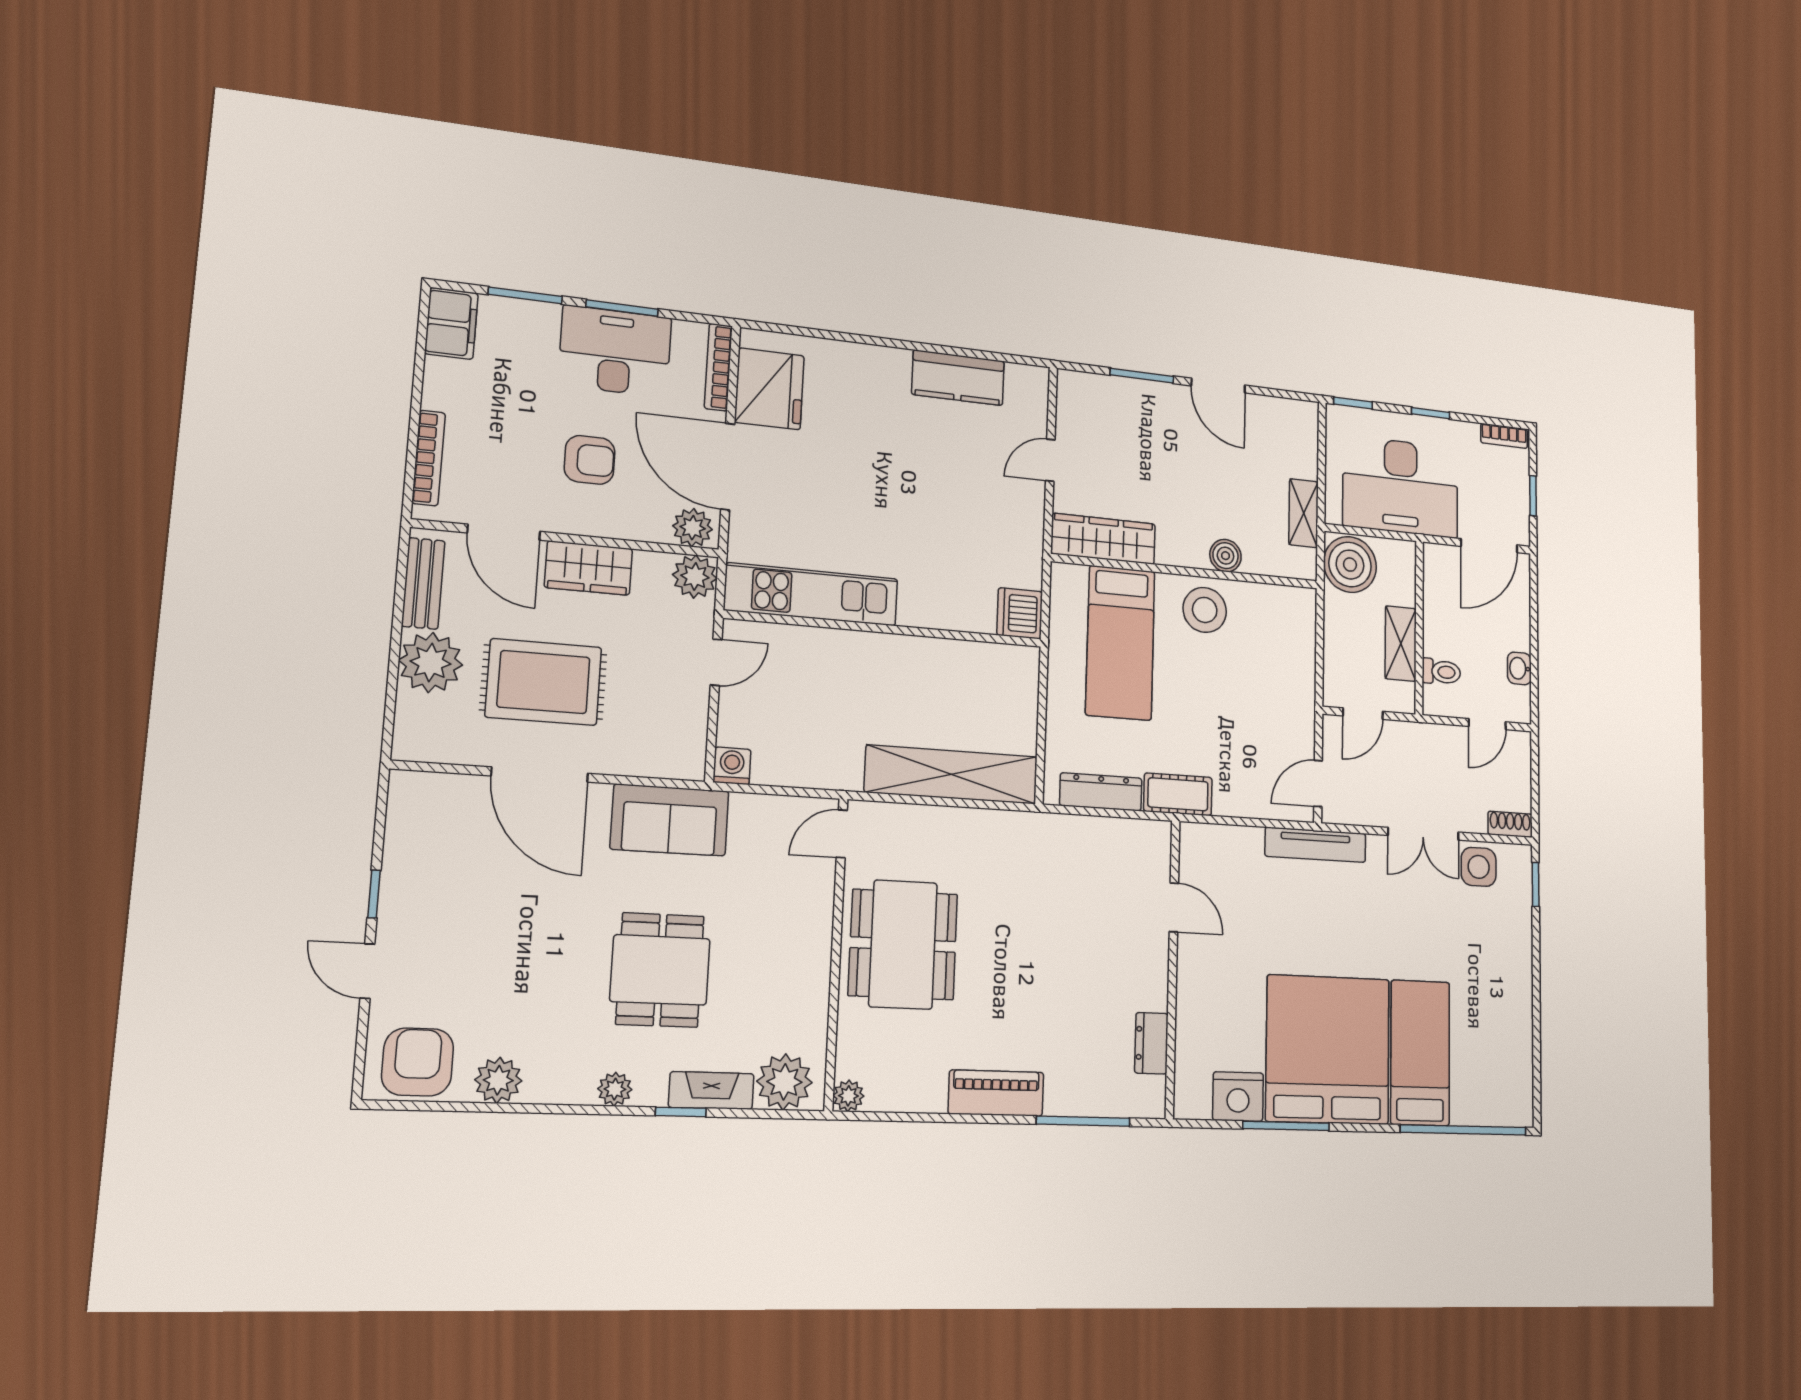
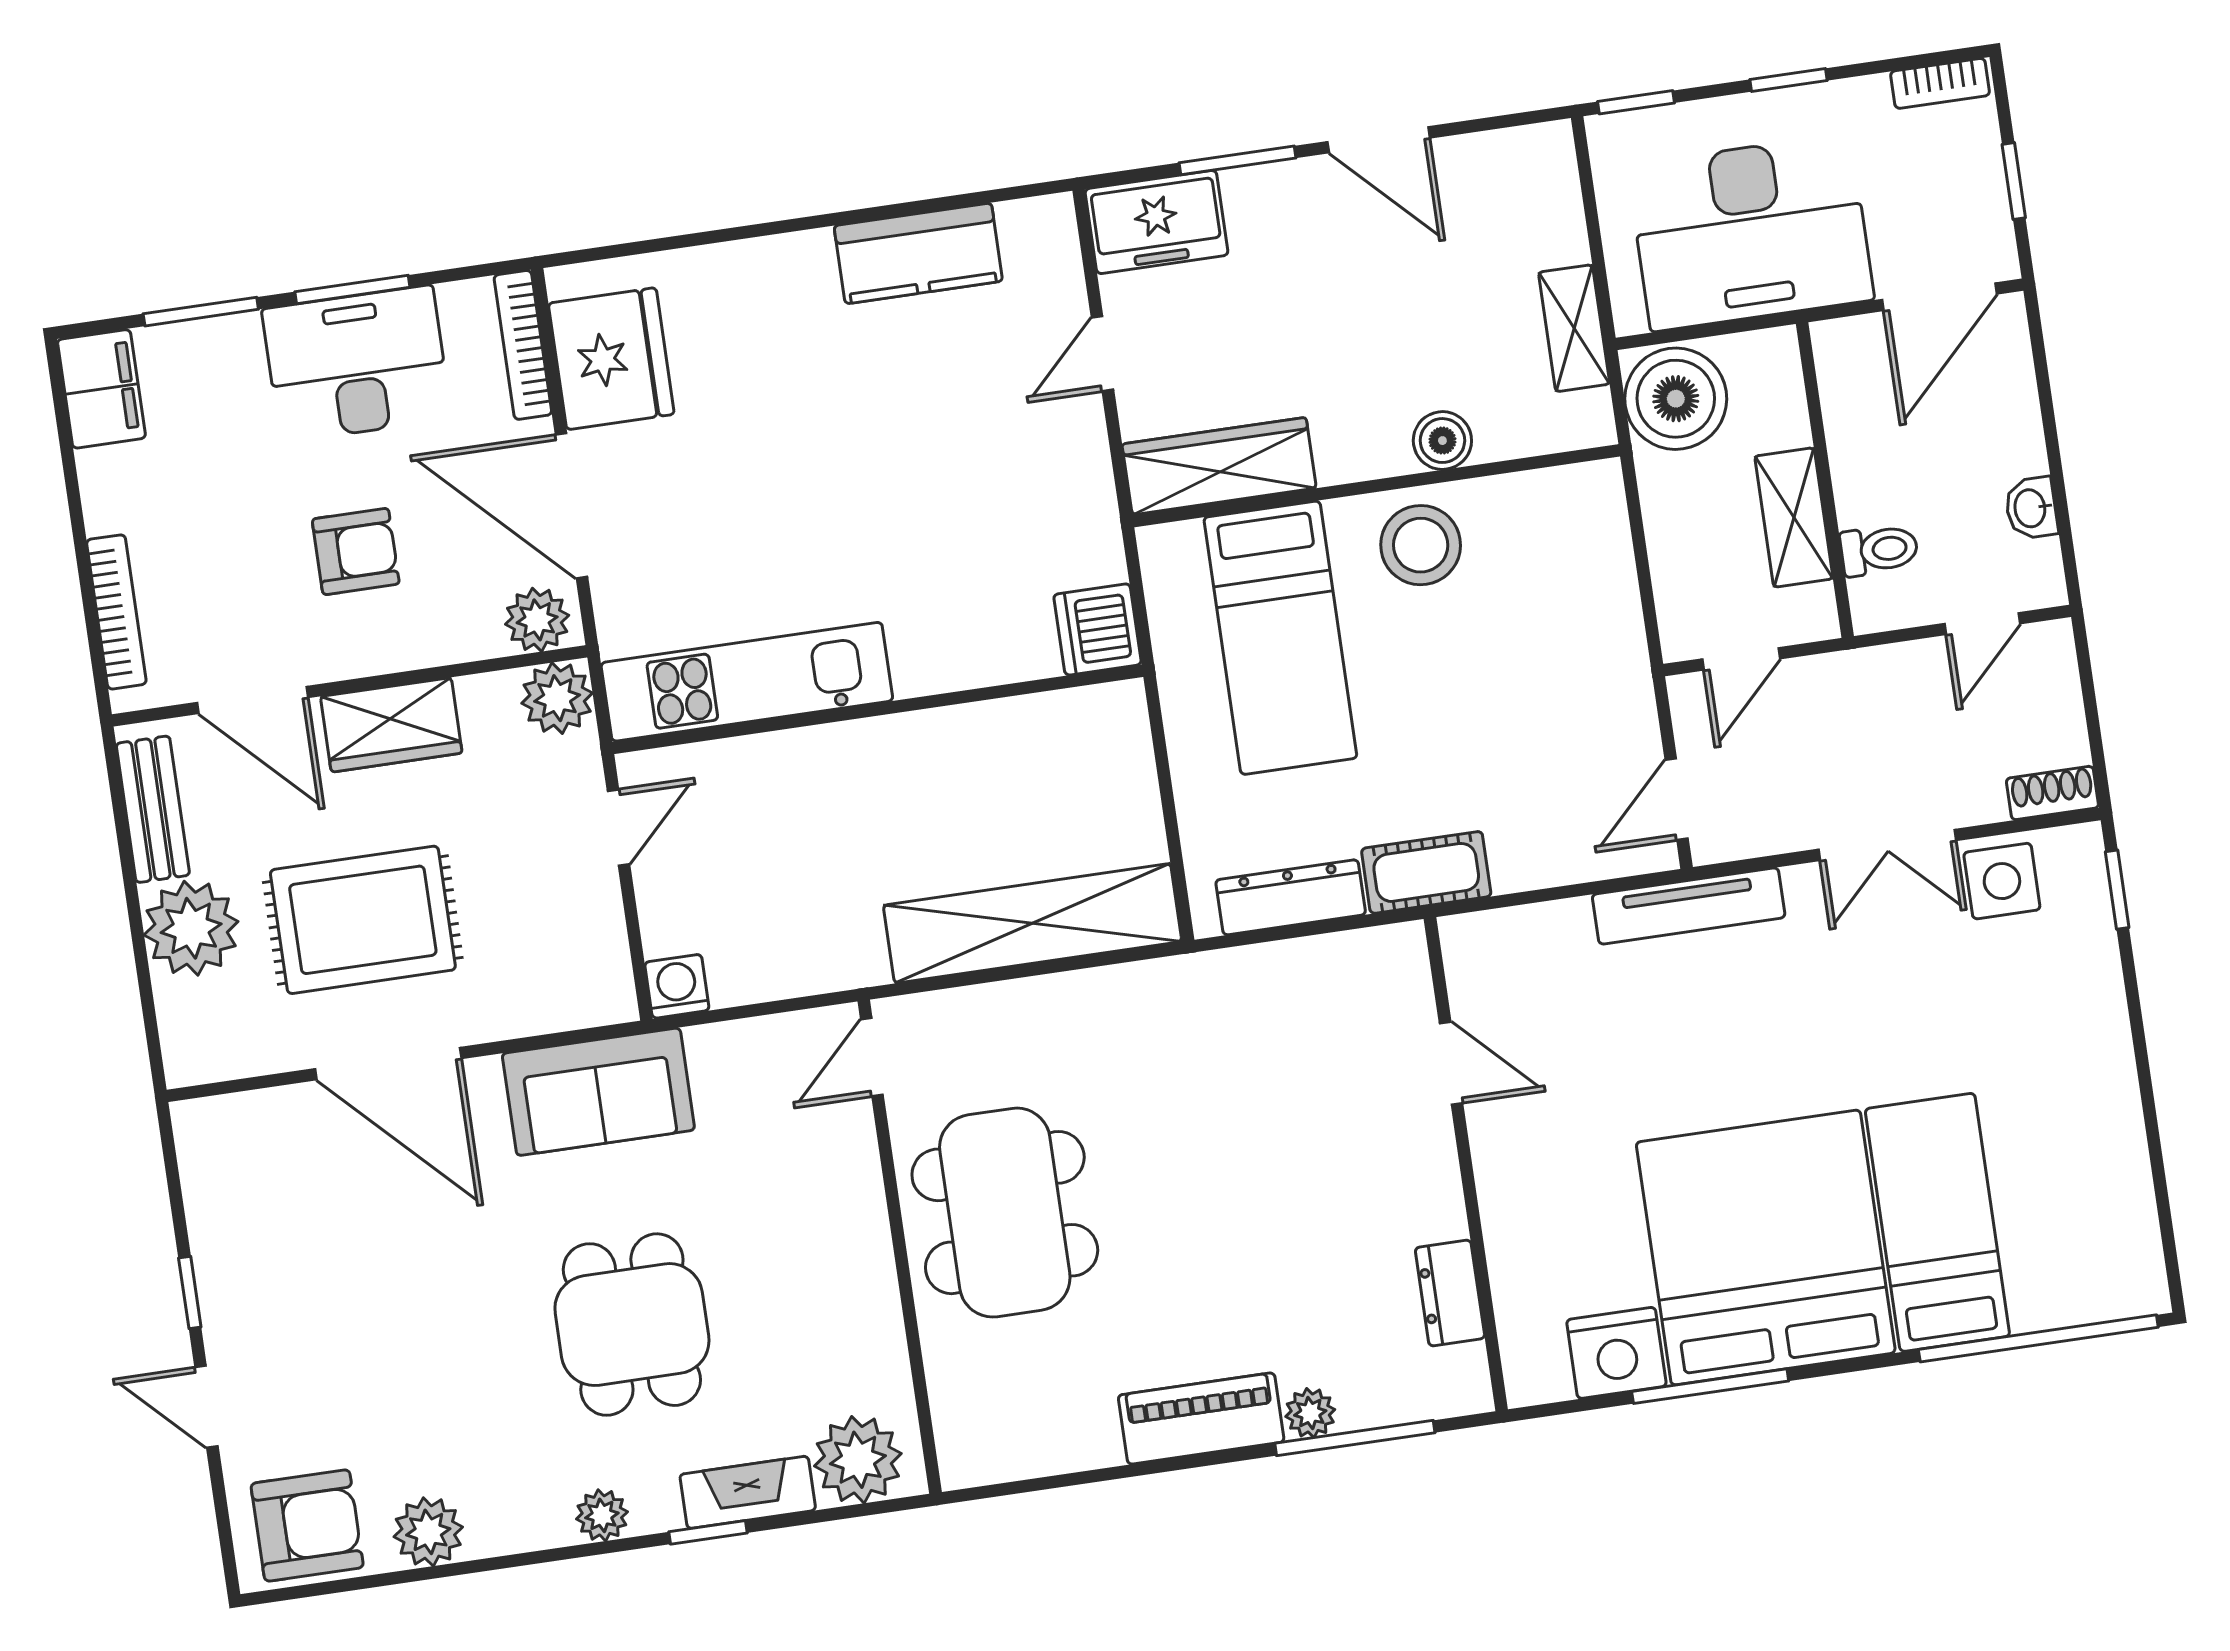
freezer: (1093, 397) -> (1157, 222), added
armchair: (418, 1062) -> (307, 1525), turned 90
plant: (848, 1096) -> (1310, 1413), moved

